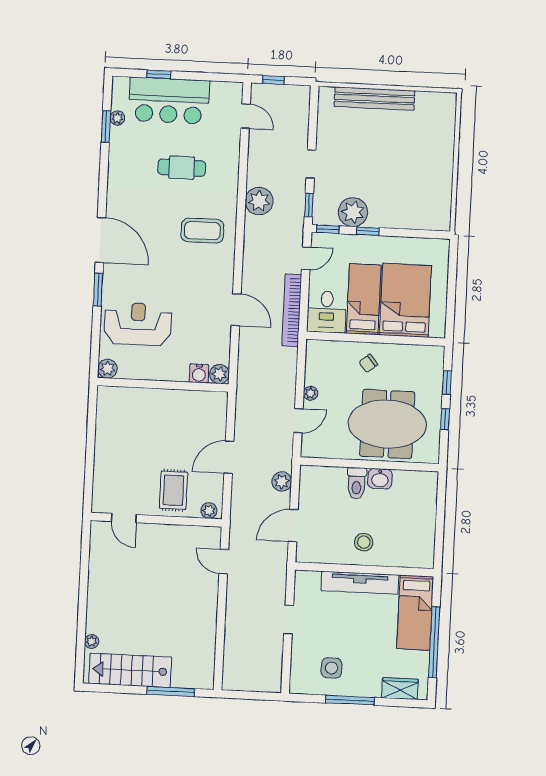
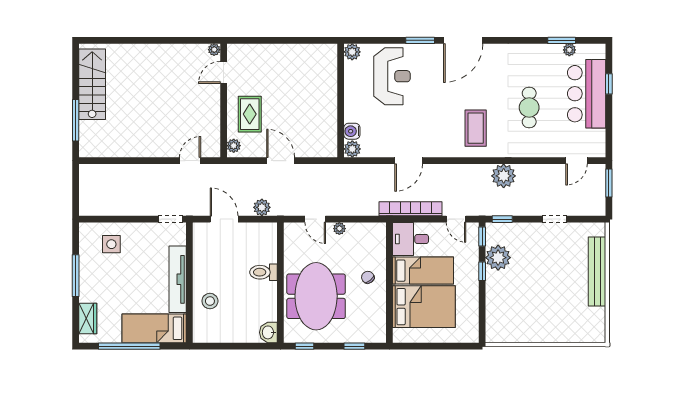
window: (273, 80) -> (609, 183), width x1.50
doorway: (311, 164) -> (555, 219), moved
window: (445, 419) -> (304, 346), moved
washbasin: (380, 479) -> (268, 332), moved
rug: (173, 490) -> (250, 114), turned 90
stool: (364, 542) -> (210, 301), moved
doorway: (289, 620) -> (170, 219), moved
plant: (92, 642) -> (214, 50), moved
side table: (332, 668) -> (111, 244), moved

